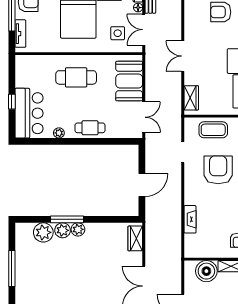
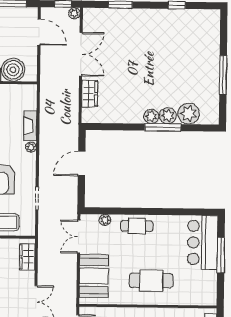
window: (12, 102) -> (221, 255), width x2.17
plant: (59, 133) -> (105, 220), moved
plant: (189, 200) -> (31, 147), added
wardrobe: (135, 238) -> (90, 94), moved

